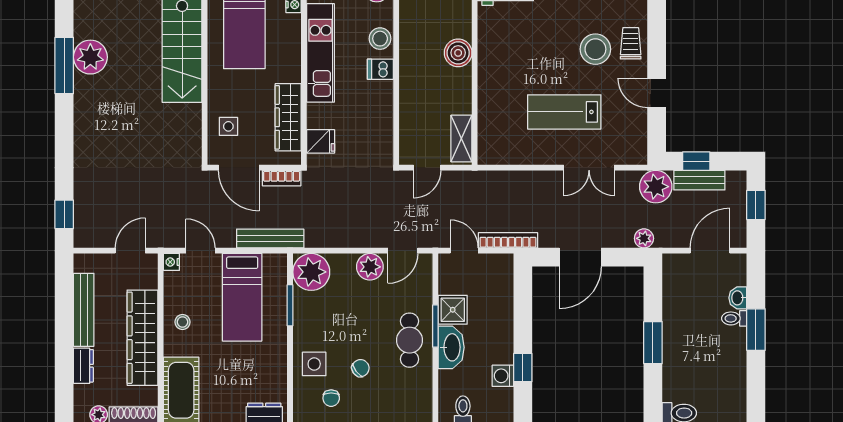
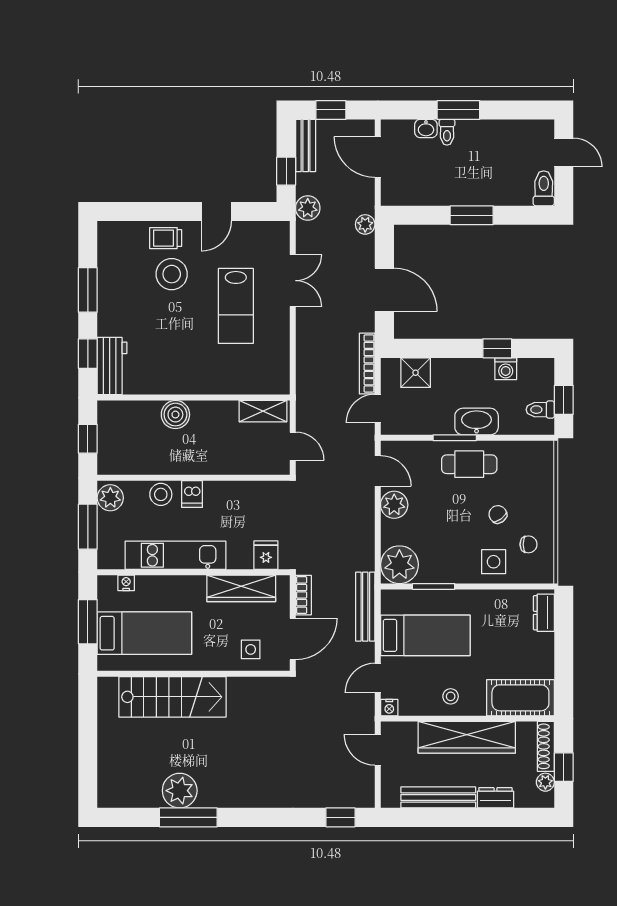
bench: (699, 180) -> (306, 146), moved
plant: (656, 187) -> (308, 208), width x0.73, depth x0.73
shower: (453, 310) -> (416, 373), moved

